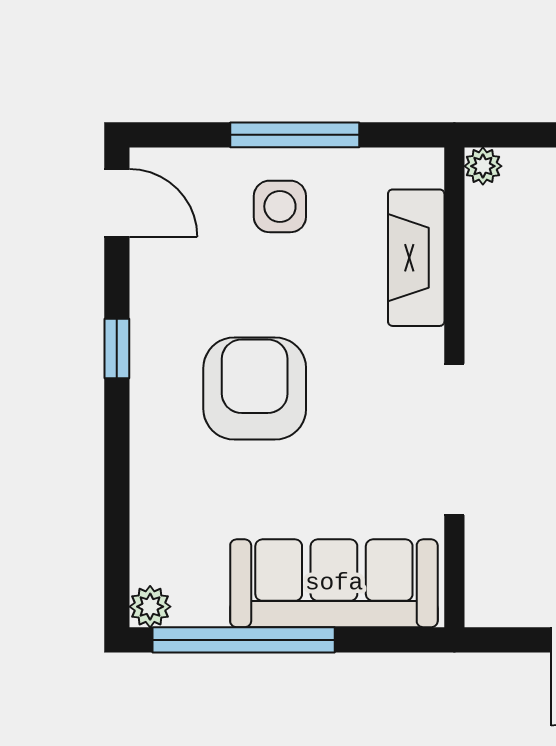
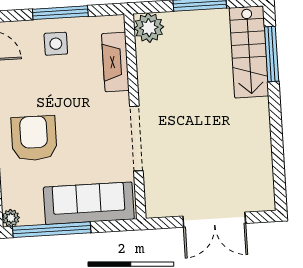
plant: (483, 166) -> (149, 28), width x1.88, depth x1.88
armchair: (255, 389) -> (34, 138), moved

